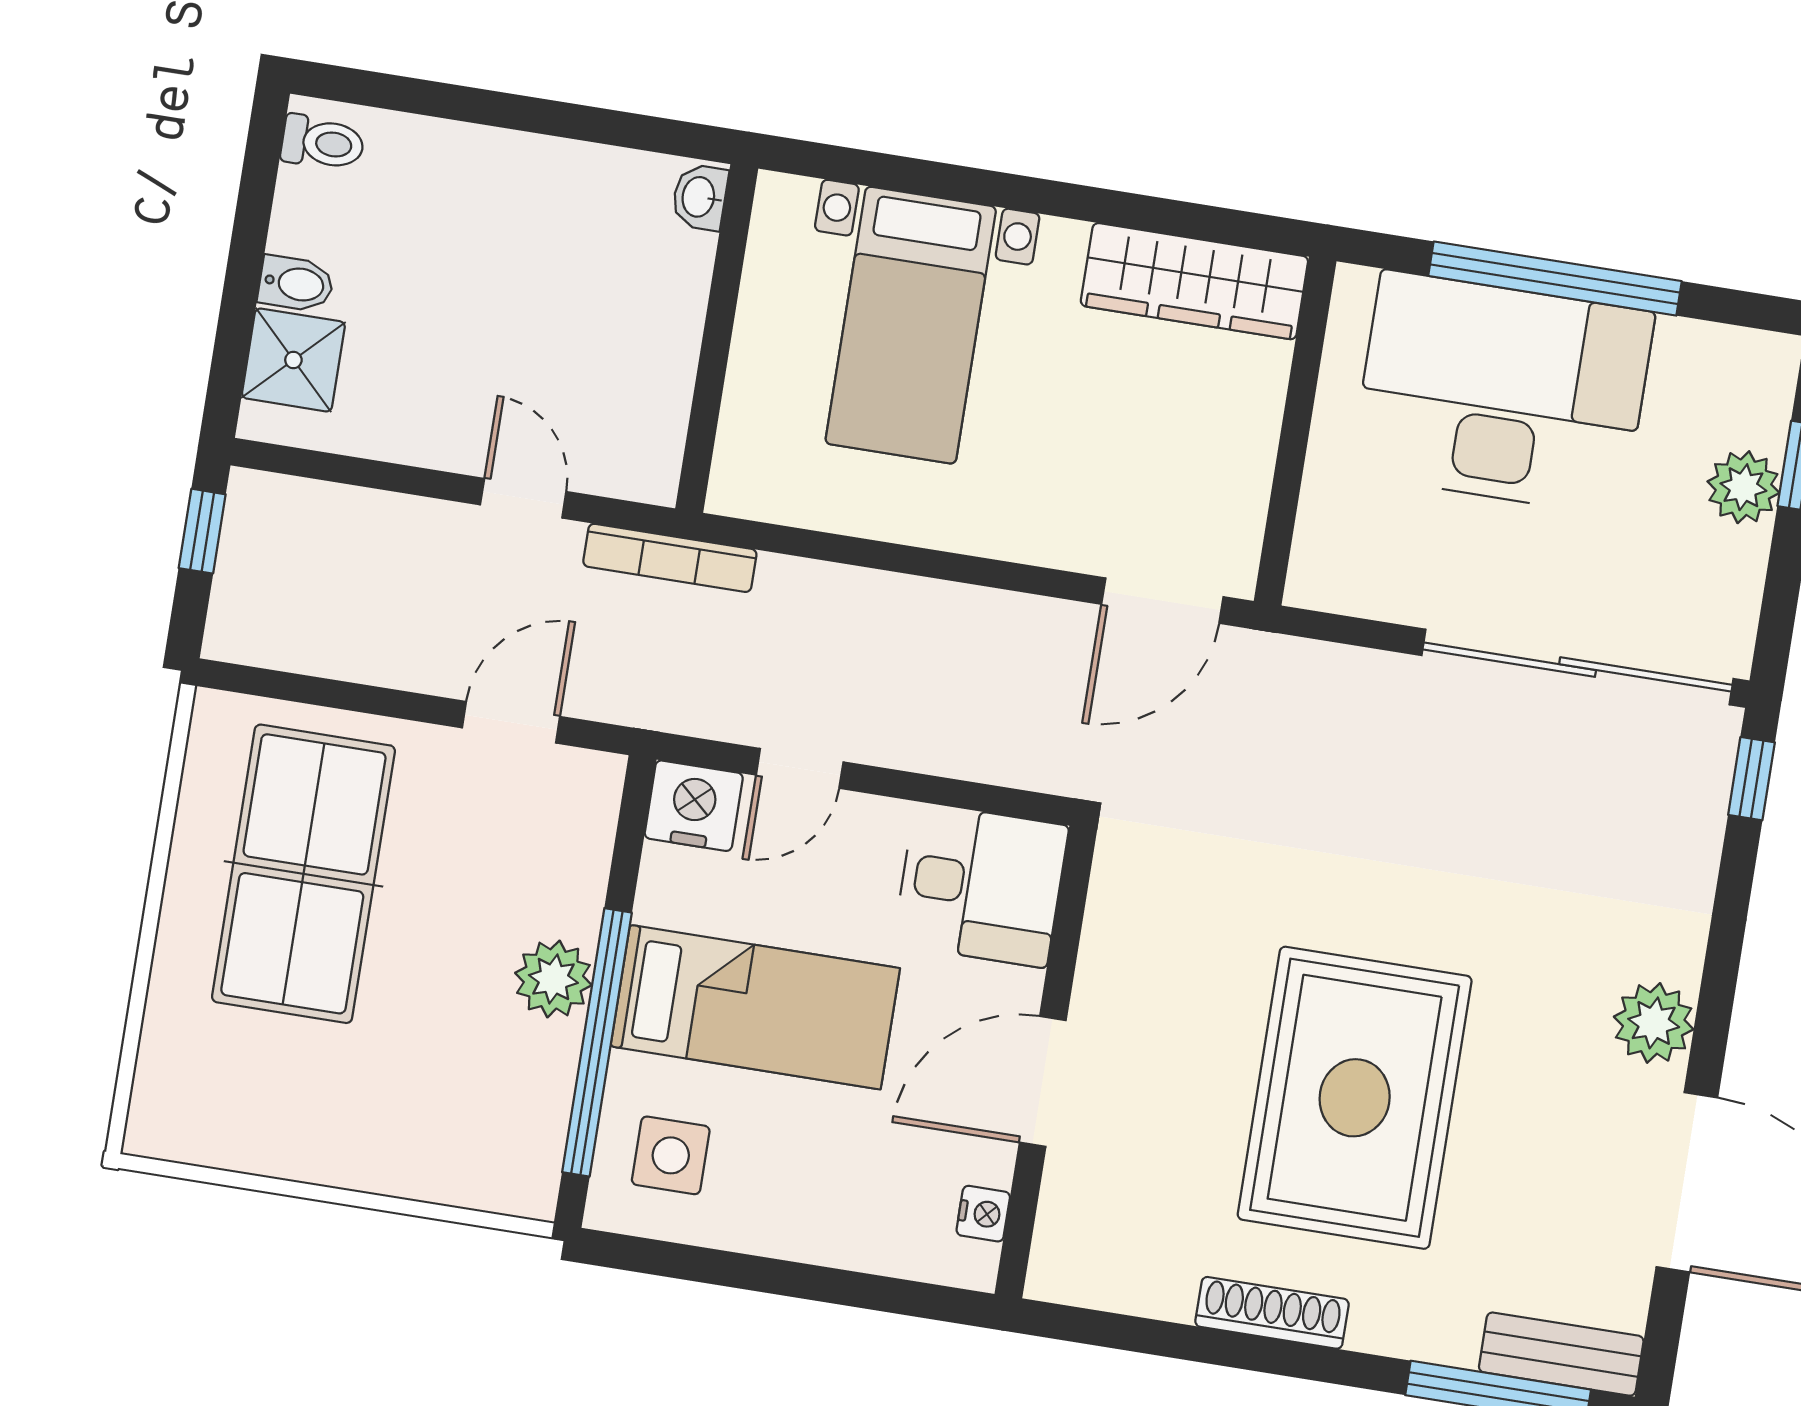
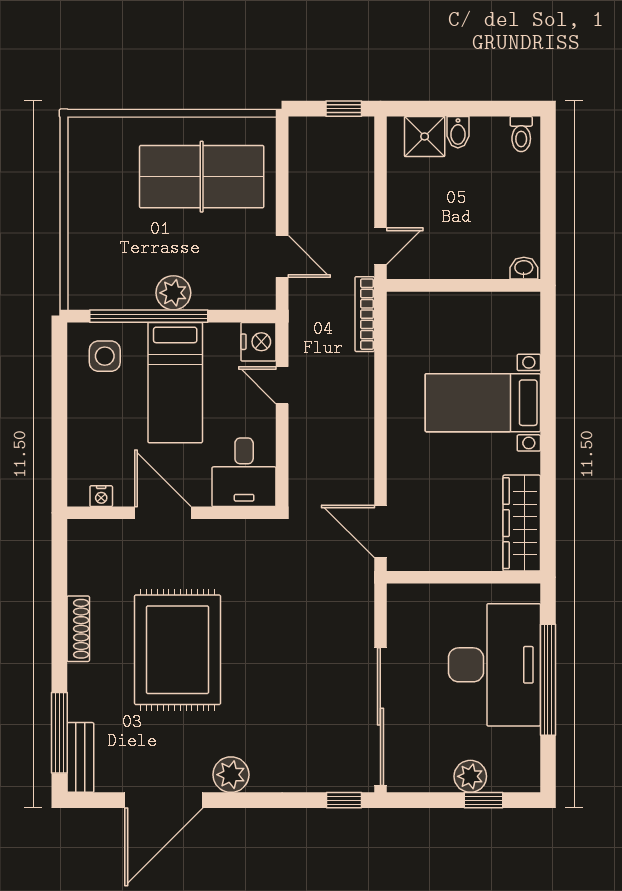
washbasin: (700, 197) -> (524, 268), moved
wall: (717, 339) -> (463, 285), moved
rug: (1355, 1098) -> (178, 650), turned 90

